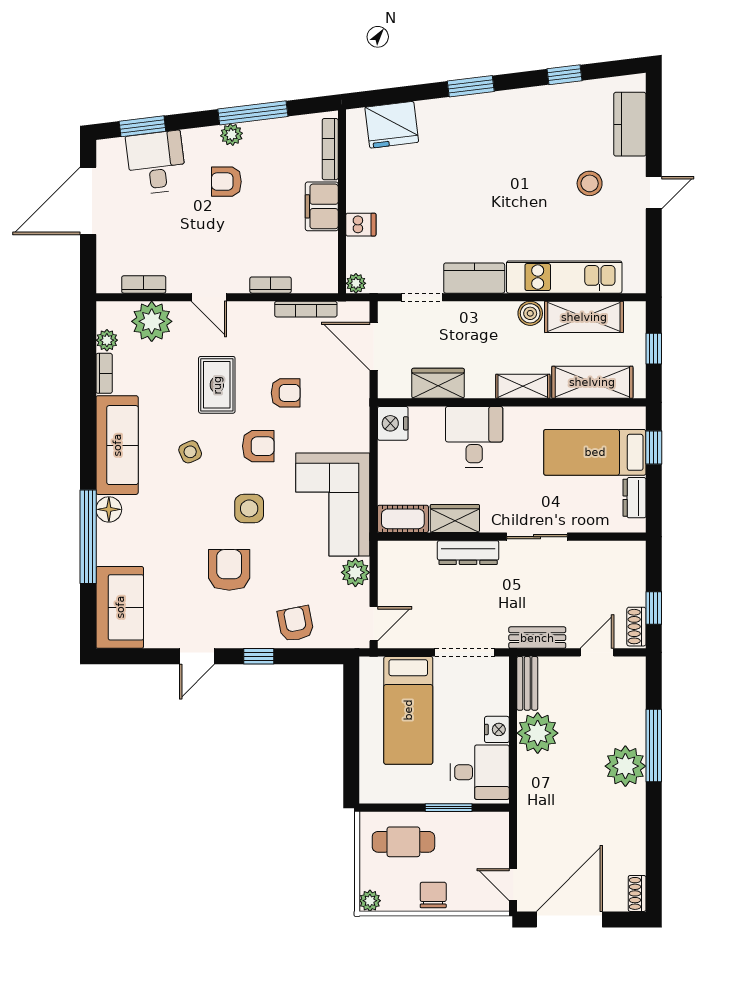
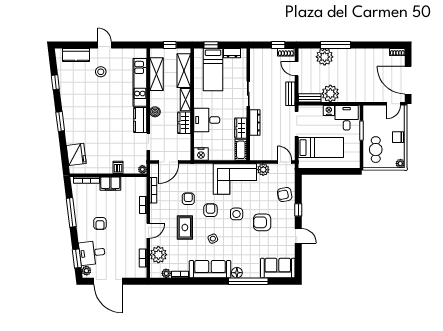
plant: (232, 135) -> (86, 271), moved
boiler: (530, 313) -> (155, 112), moved
wardrobe: (438, 383) -> (184, 123), moved
rug: (217, 385) -> (185, 227), turned 90
plant: (625, 766) -> (325, 57), moved

